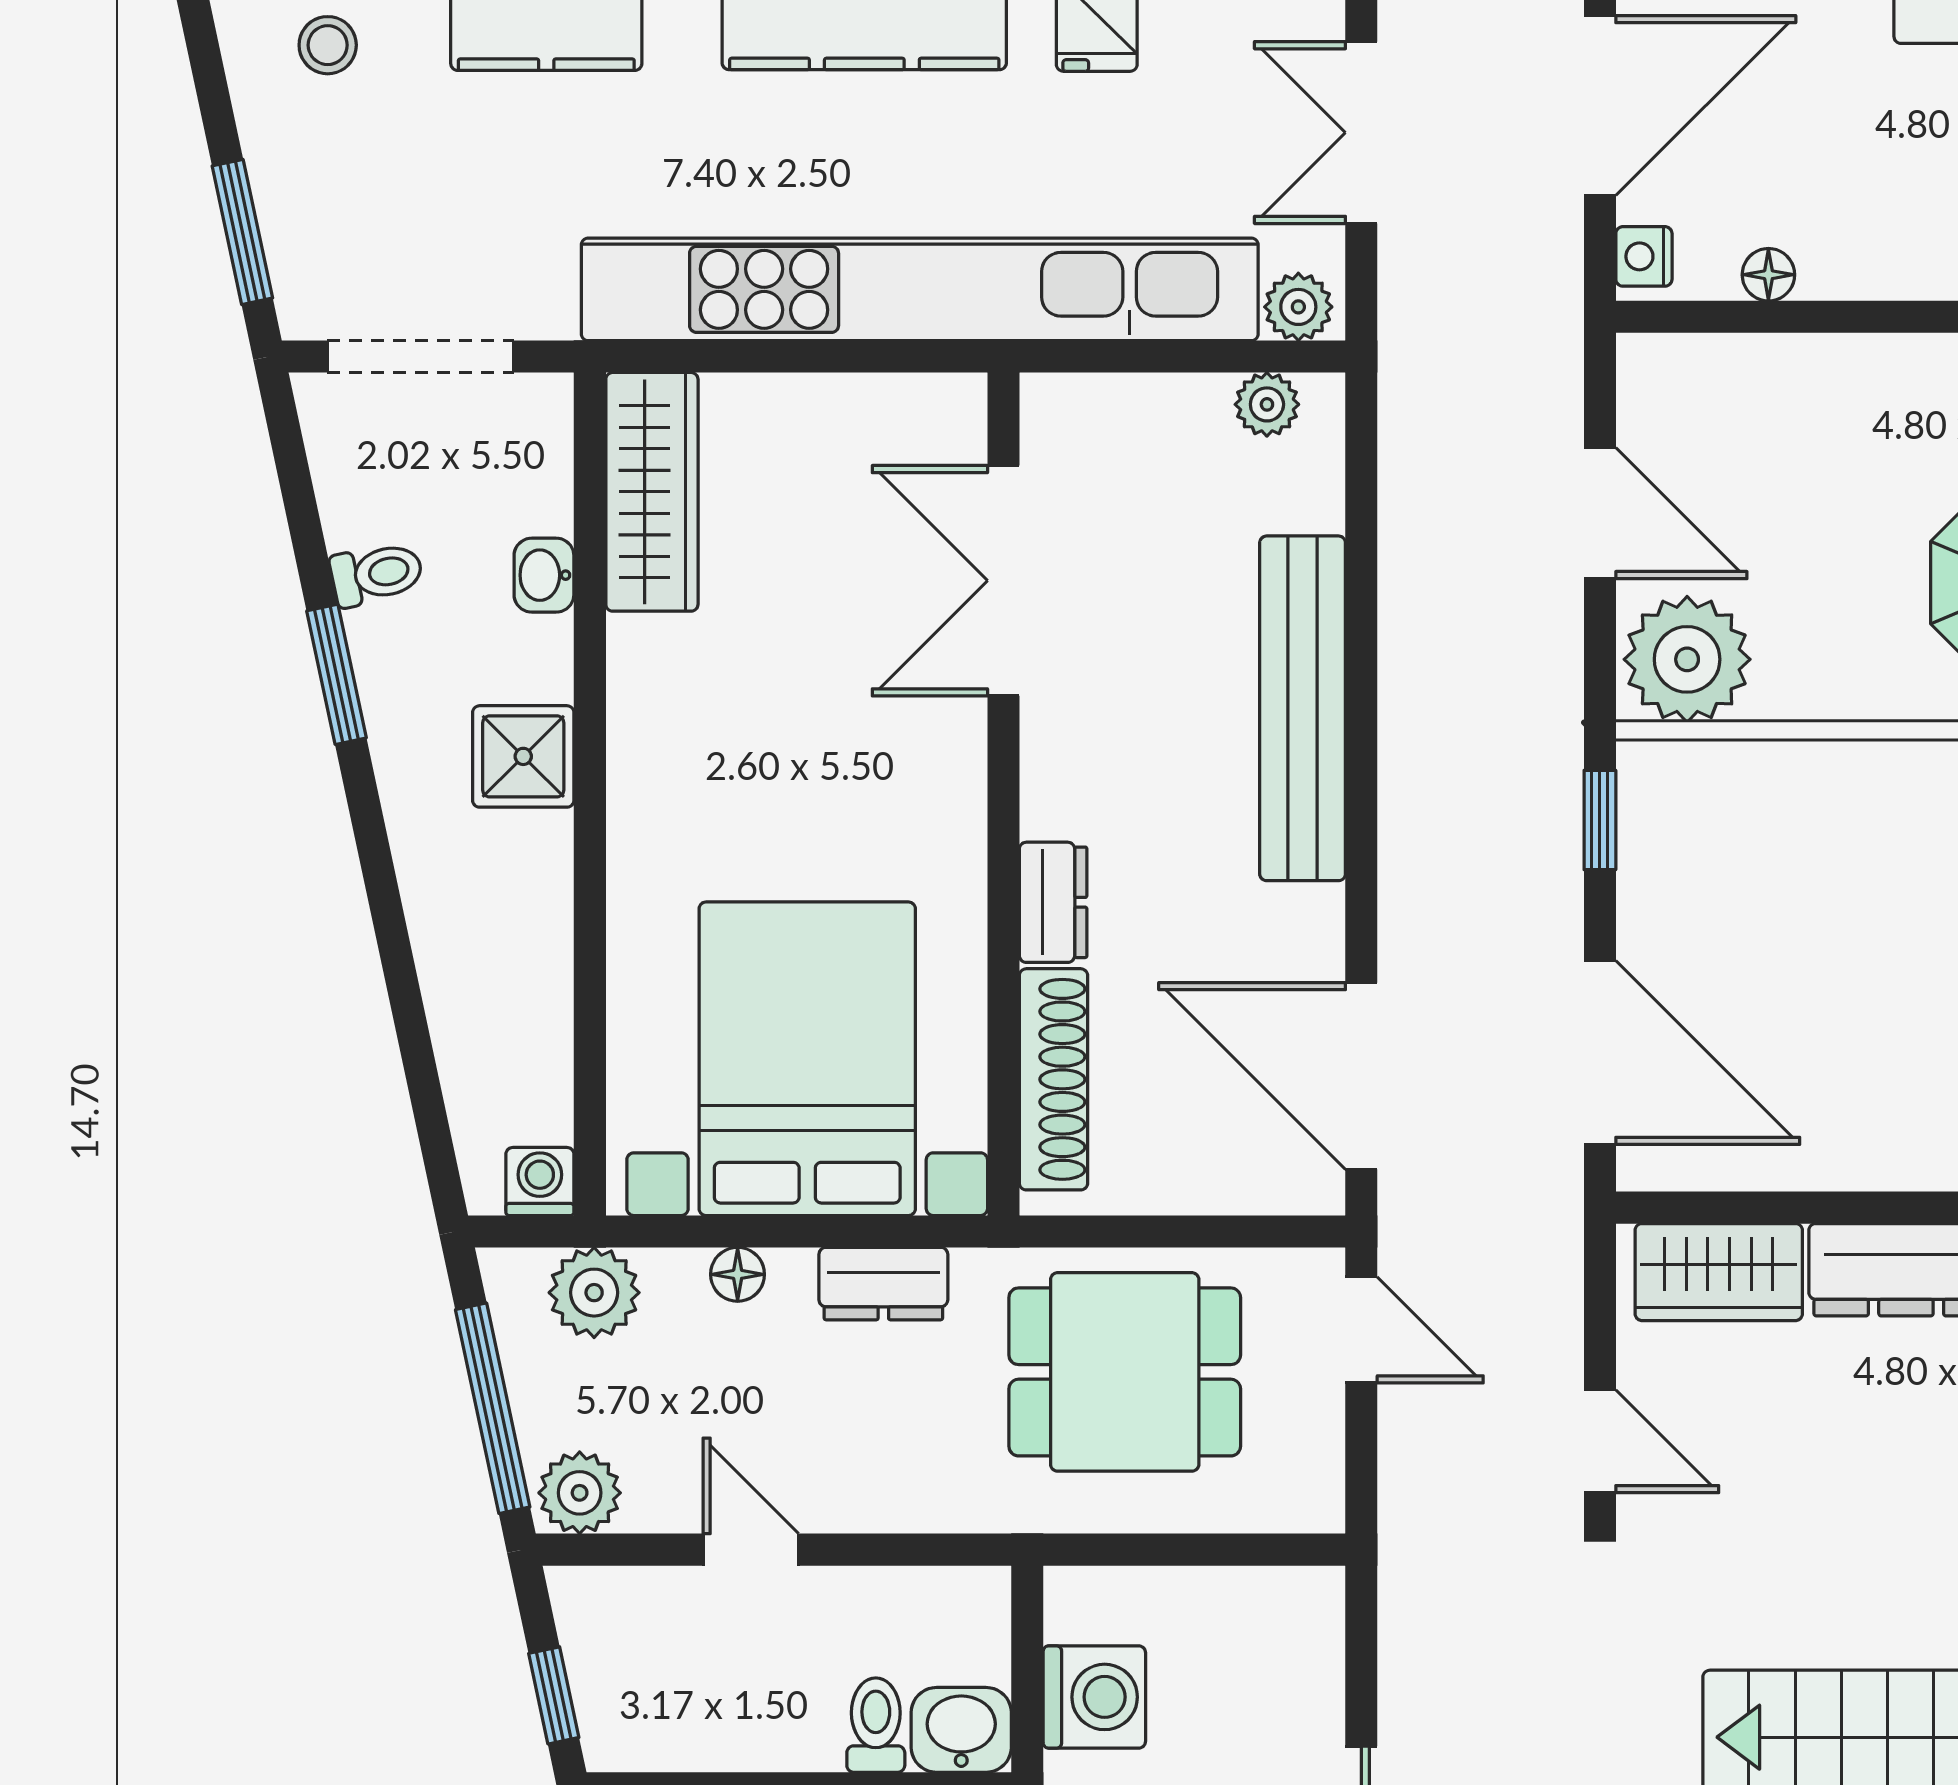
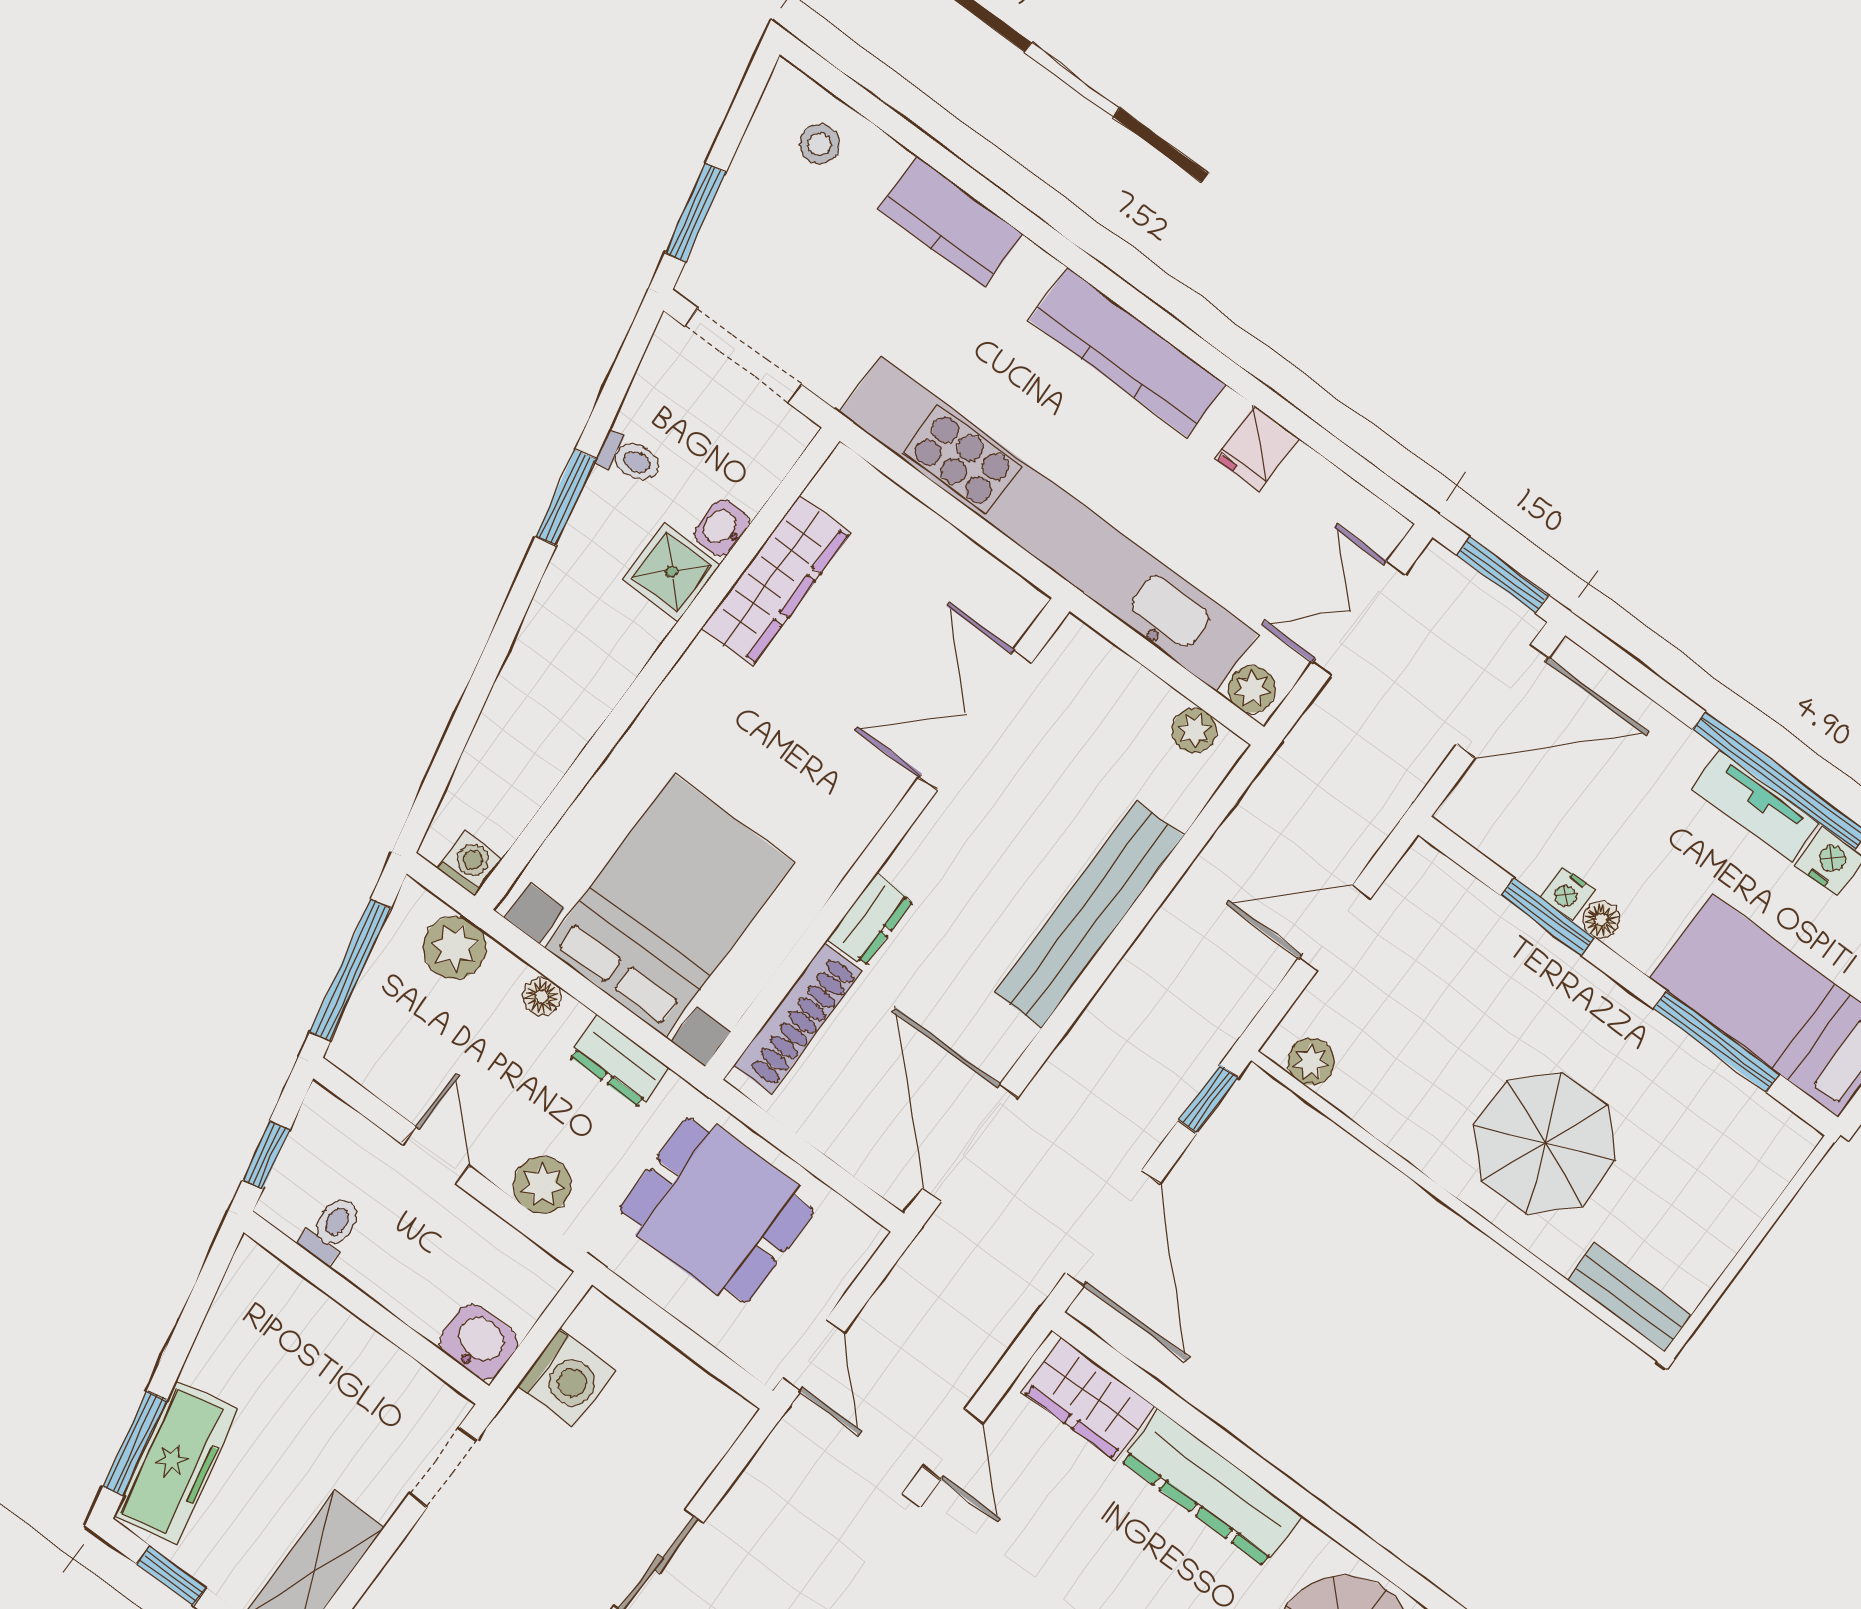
nightstand: (1644, 256) -> (1567, 893), moved, turned -90
floor lamp: (1768, 275) -> (1601, 920), moved
window: (1837, 317) -> (1548, 917), added
wardrobe: (652, 492) -> (776, 581), moved
door: (1600, 513) -> (1335, 928), swing flipped
plant: (1687, 659) -> (1311, 1062), width x0.53, depth x0.53
shower: (523, 756) -> (672, 572), moved
door: (1361, 1330) -> (813, 1355), moved
plant: (580, 1493) -> (542, 1185), moved
toilet: (876, 1725) -> (331, 1229), moved

